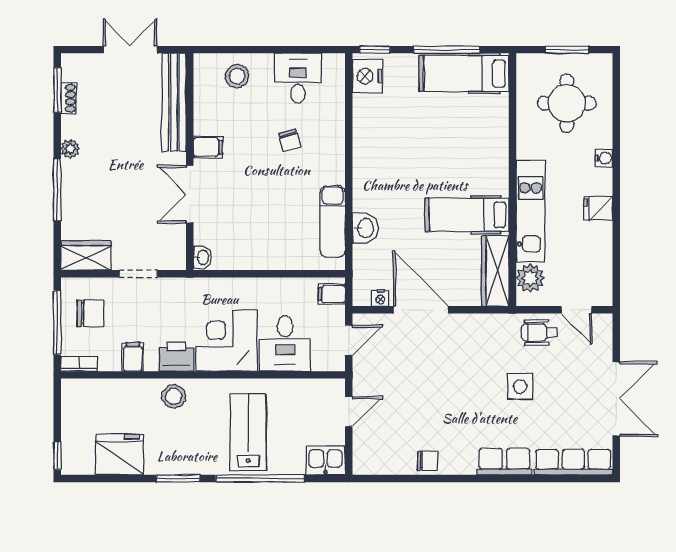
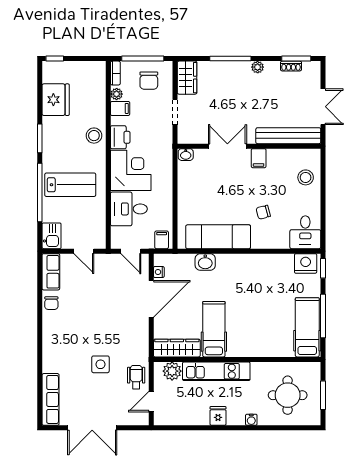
desk: (298, 78) -> (305, 232), moved, turned 90
exam couch: (333, 221) -> (218, 237), width x1.36, depth x1.45
plant: (111, 362) -> (117, 94), added
row of seats: (504, 462) -> (51, 272), moved

